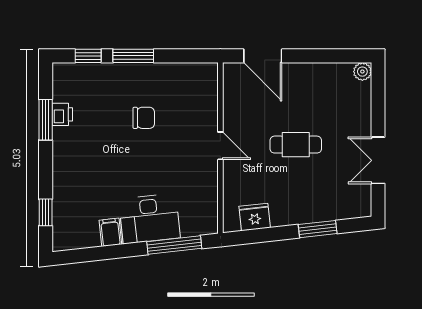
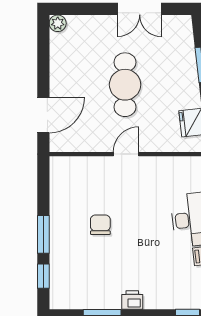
printer: (62, 114) -> (132, 300), moved
cafe table: (296, 145) -> (125, 85), width x1.37, depth x1.35

